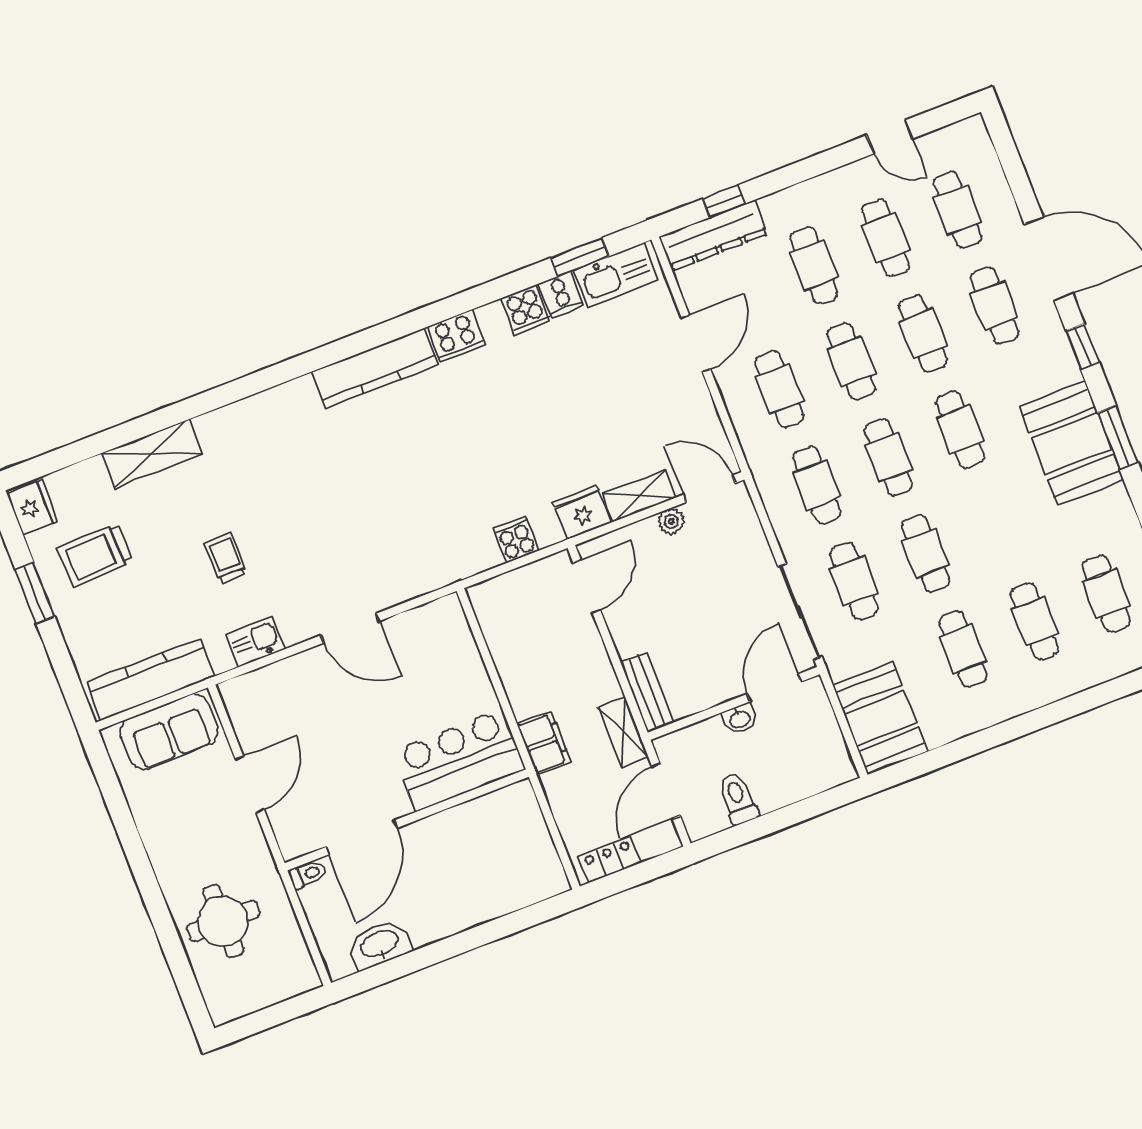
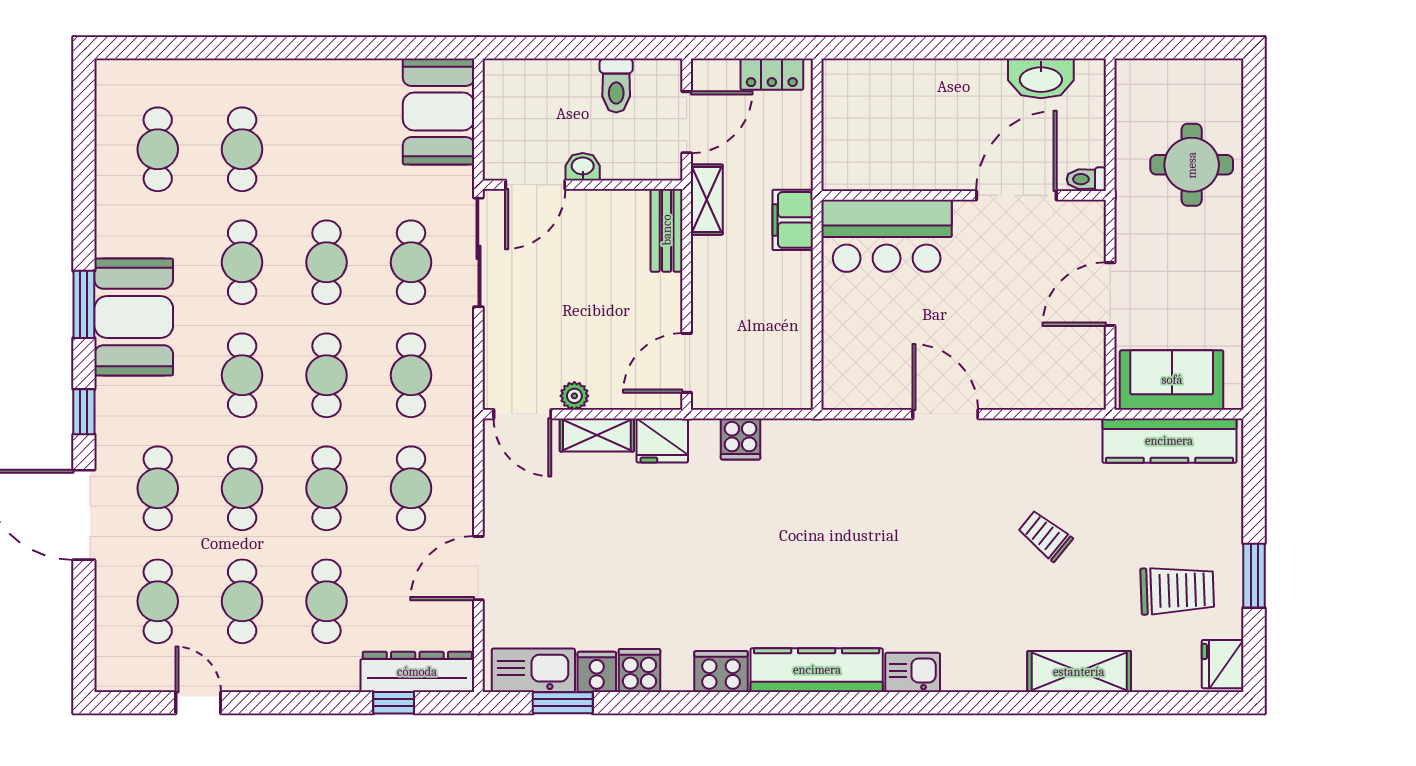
trolley: (225, 558) -> (1045, 536), turned 129
kitchen sink: (255, 642) -> (913, 672), moved, turned 180
cafe table: (963, 649) -> (242, 262), moved

